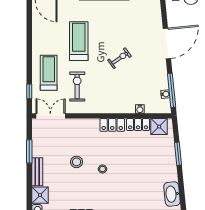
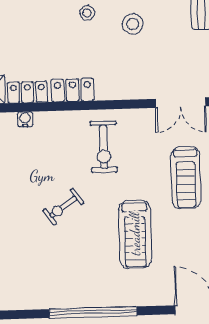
exercise bike: (77, 86) -> (104, 147), moved

